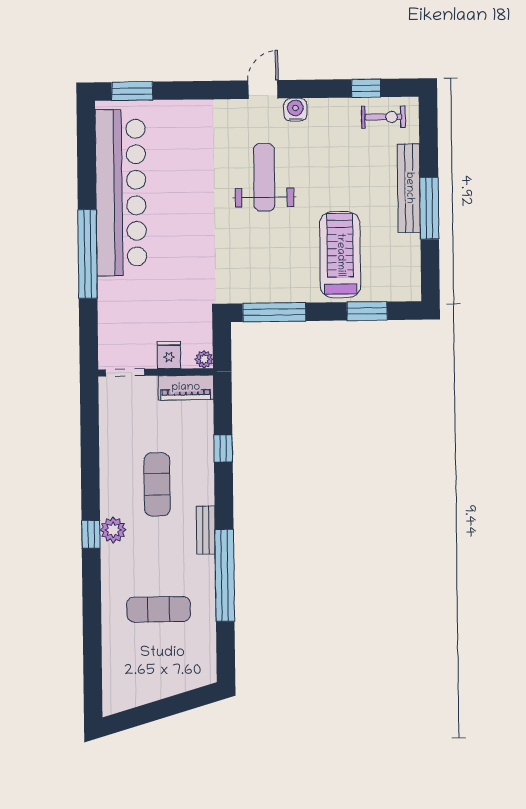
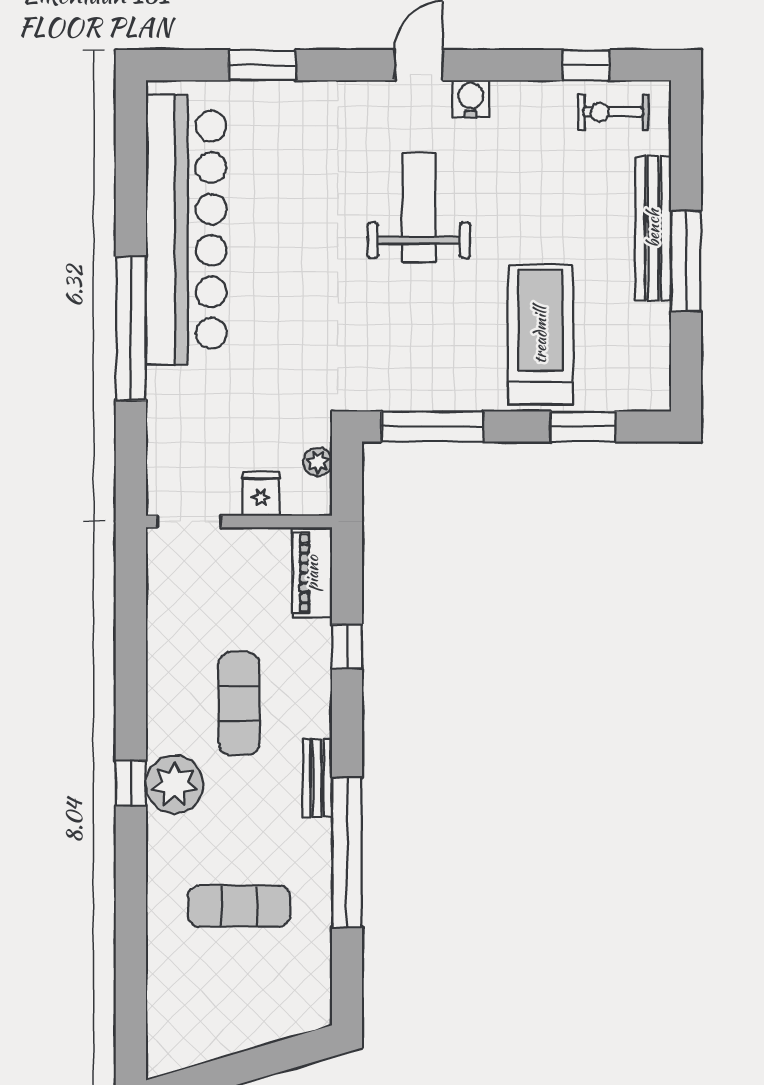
window: (132, 91) -> (262, 65), moved
exercise bike: (383, 117) -> (613, 112), turned 180
plant: (204, 359) -> (318, 462), moved
piano: (186, 388) -> (312, 573), moved, turned 90
plant: (113, 530) -> (175, 784), width x1.36, depth x1.36

